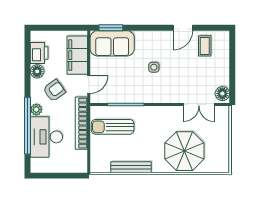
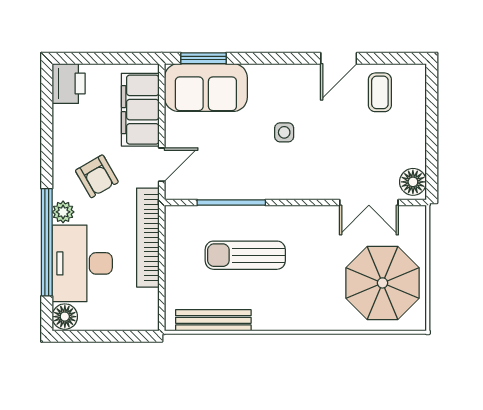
printer: (39, 53) -> (69, 83), moved
floor lamp: (37, 71) -> (65, 317), moved
armchair: (54, 91) -> (97, 176), turned 96
sun lounger: (113, 127) -> (245, 255), moved
parasol: (184, 151) -> (383, 283), moved
bench: (131, 167) -> (213, 320), moved

